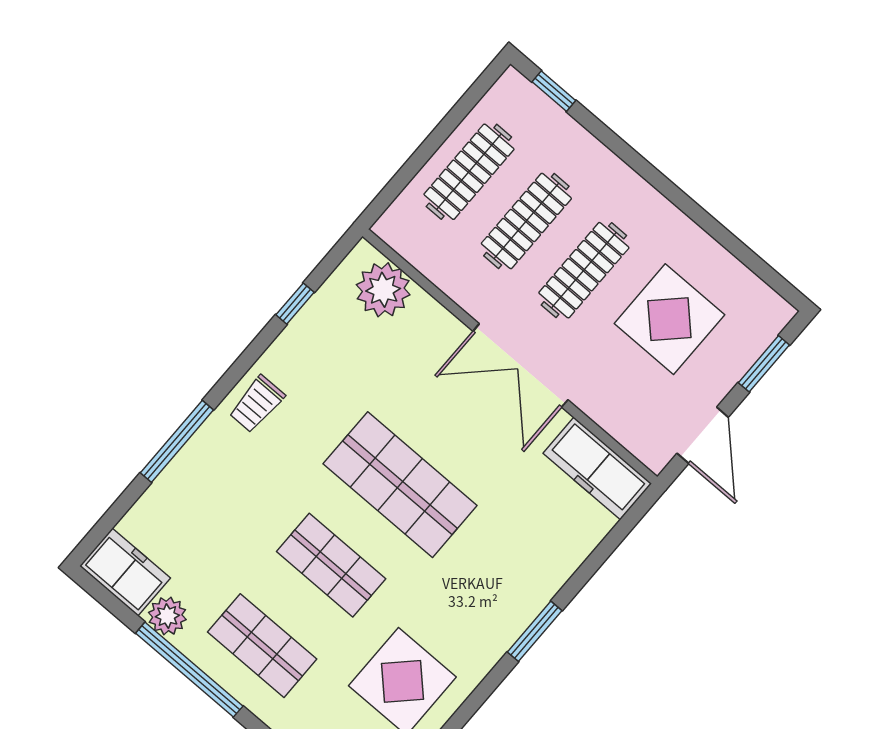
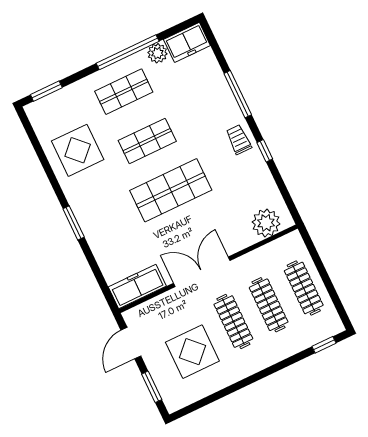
window: (295, 304) -> (265, 151), moved
door: (703, 435) -> (131, 343), hinge flipped

